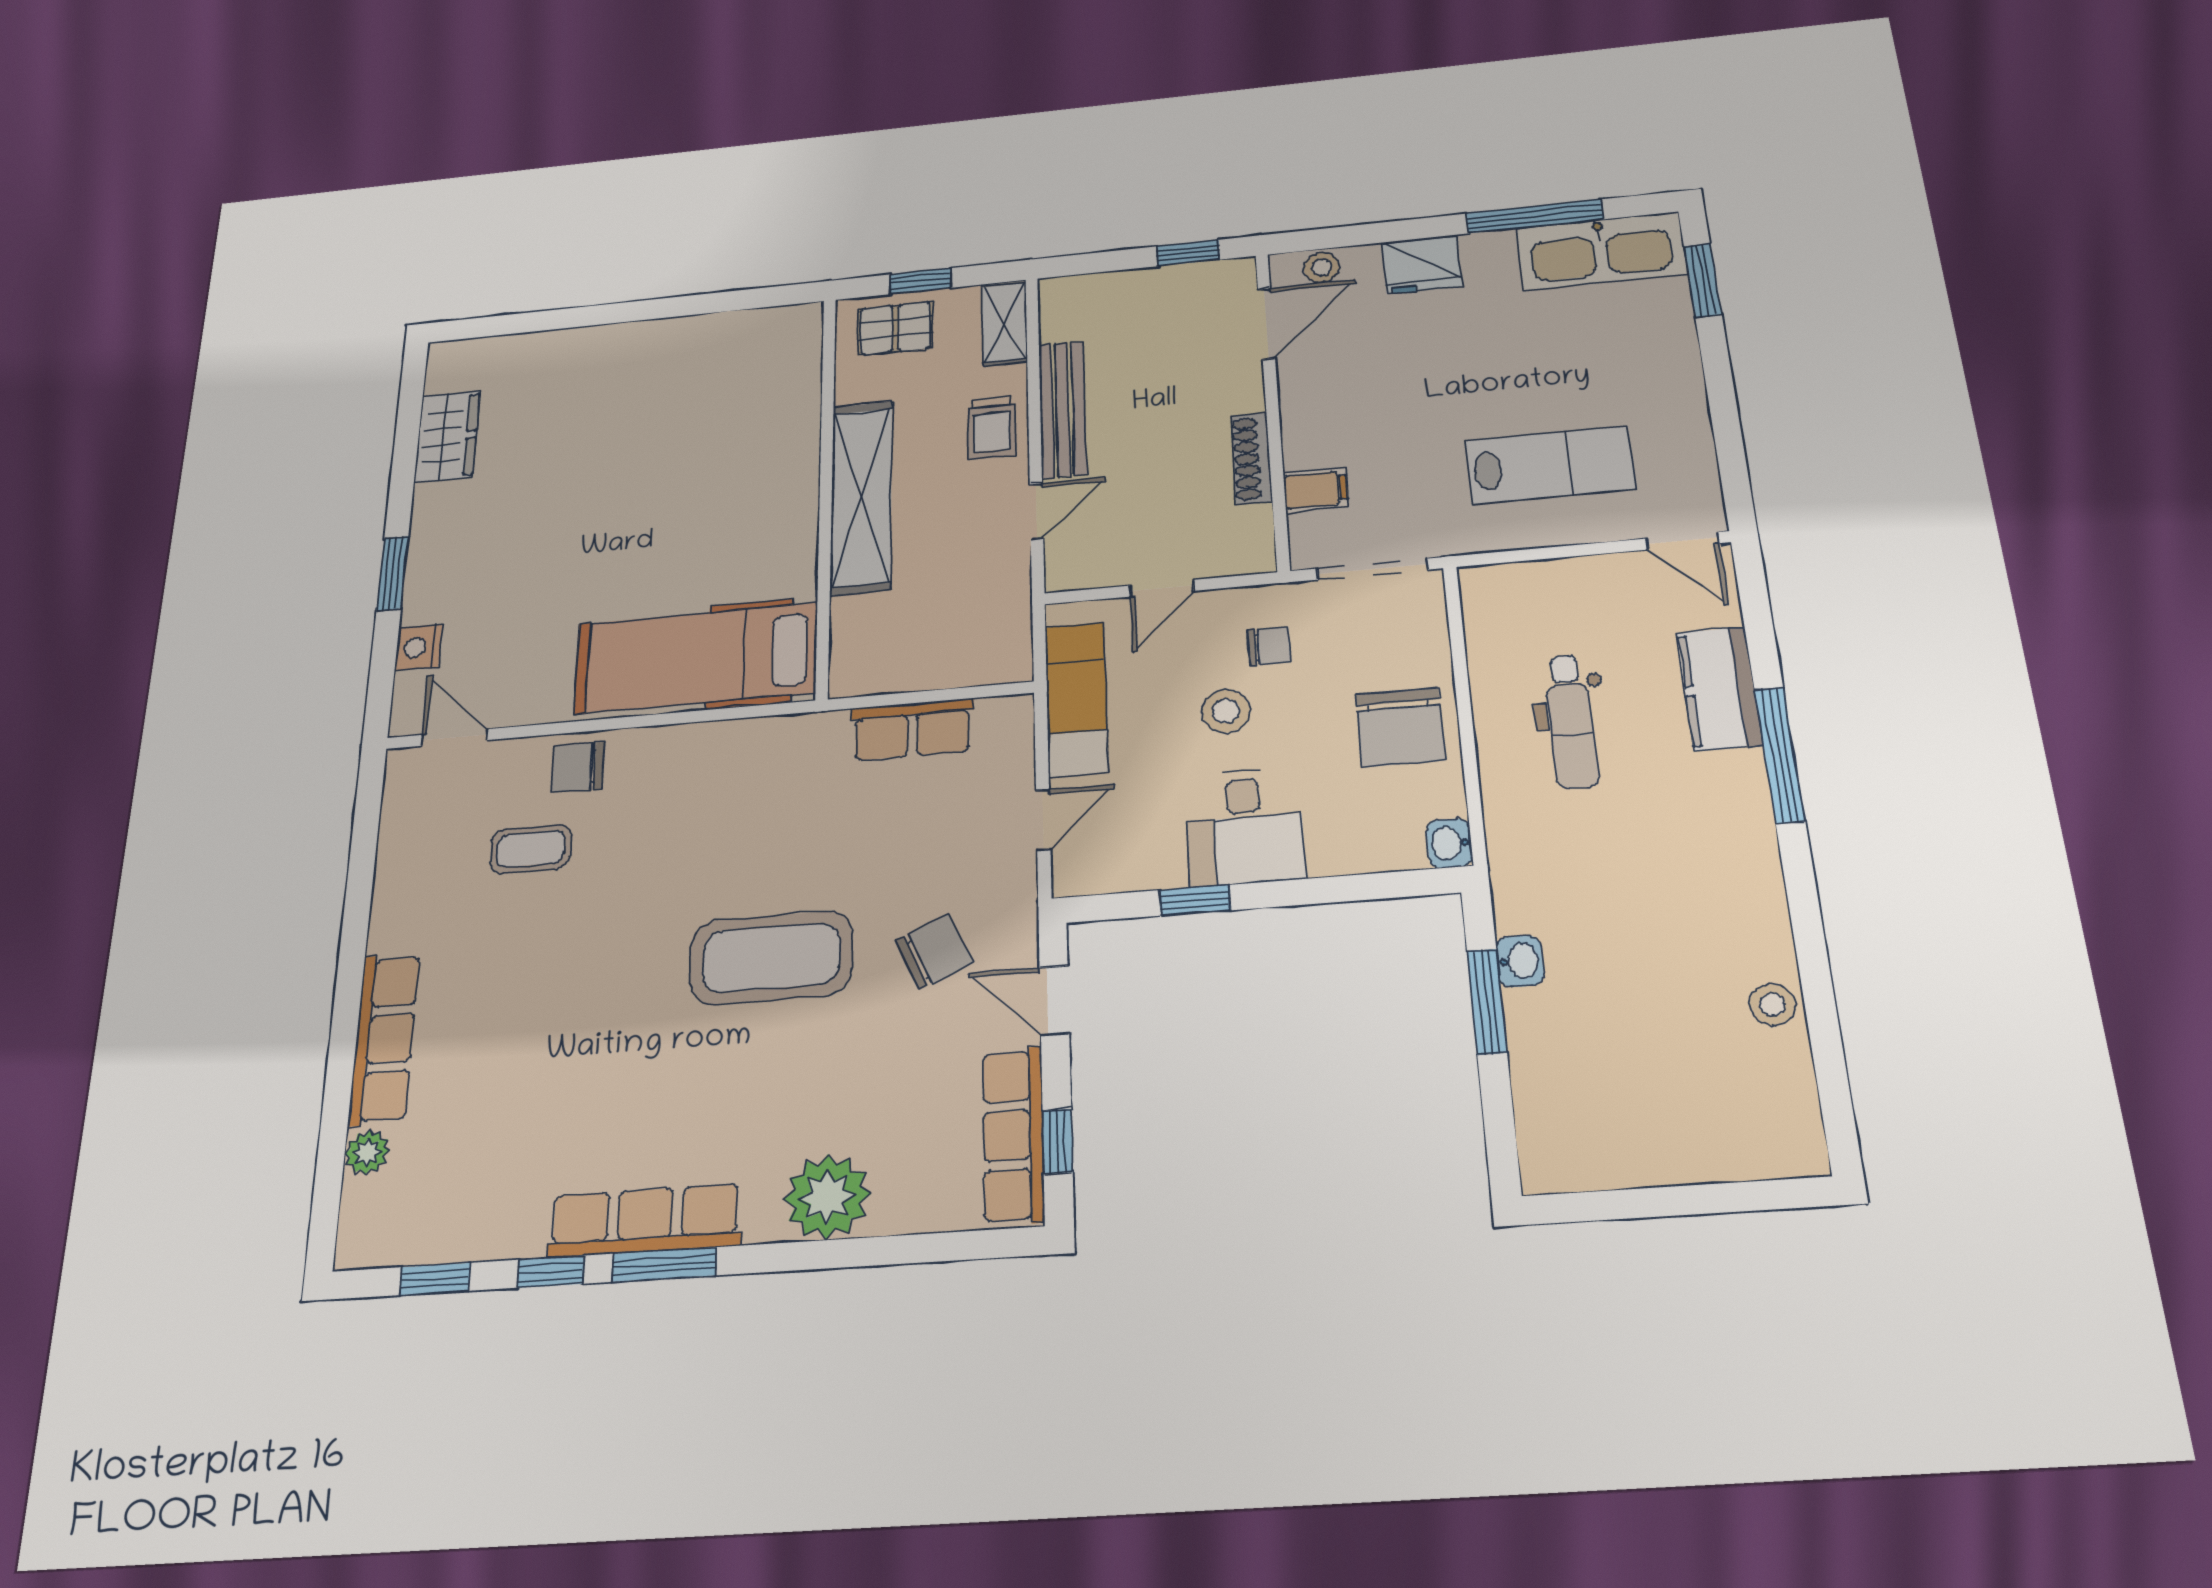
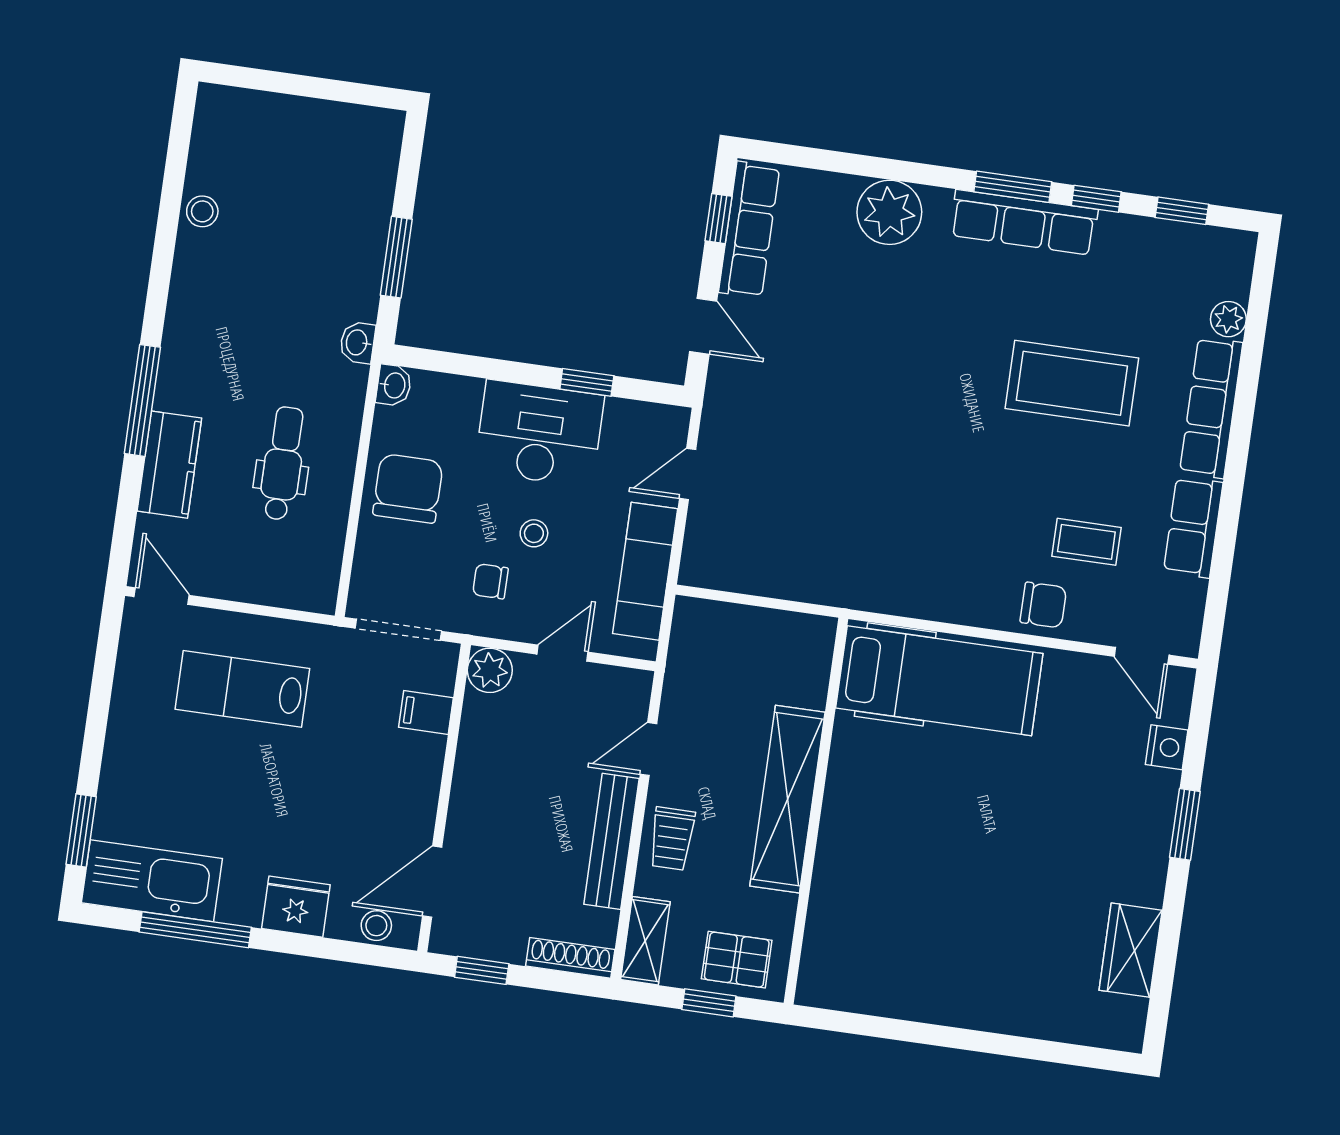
trolley: (992, 428) -> (672, 839), turned 180
shoe rack: (1251, 458) -> (570, 958), moved, turned -90
plant: (1248, 551) -> (490, 670), added
stool: (1226, 711) -> (534, 533), width x0.73, depth x0.73
row of seats: (912, 729) -> (1193, 527), moved, turned -90
desk: (1244, 827) -> (539, 433), width x1.37
chair: (934, 952) -> (785, 385), removed
coffee table: (771, 958) -> (1072, 383), moved
washbasin: (1520, 961) -> (357, 343), moved

